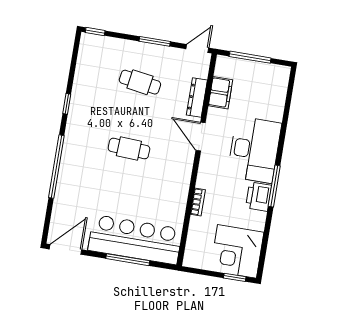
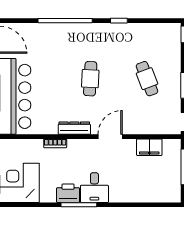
cafe table: (140, 82) -> (147, 79), turned -30
dresser: (197, 97) -> (74, 128), moved
desk: (254, 150) -> (94, 188), width x0.53, depth x0.77

